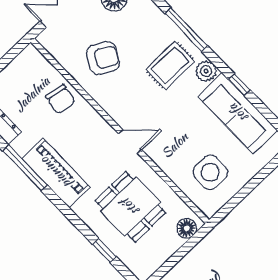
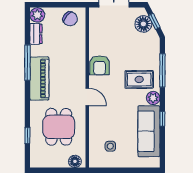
armchair: (103, 58) -> (100, 65), moved, turned 60
chair: (60, 99) -> (70, 19), moved, turned -62
side table: (210, 172) -> (110, 146), width x0.54, depth x0.54

